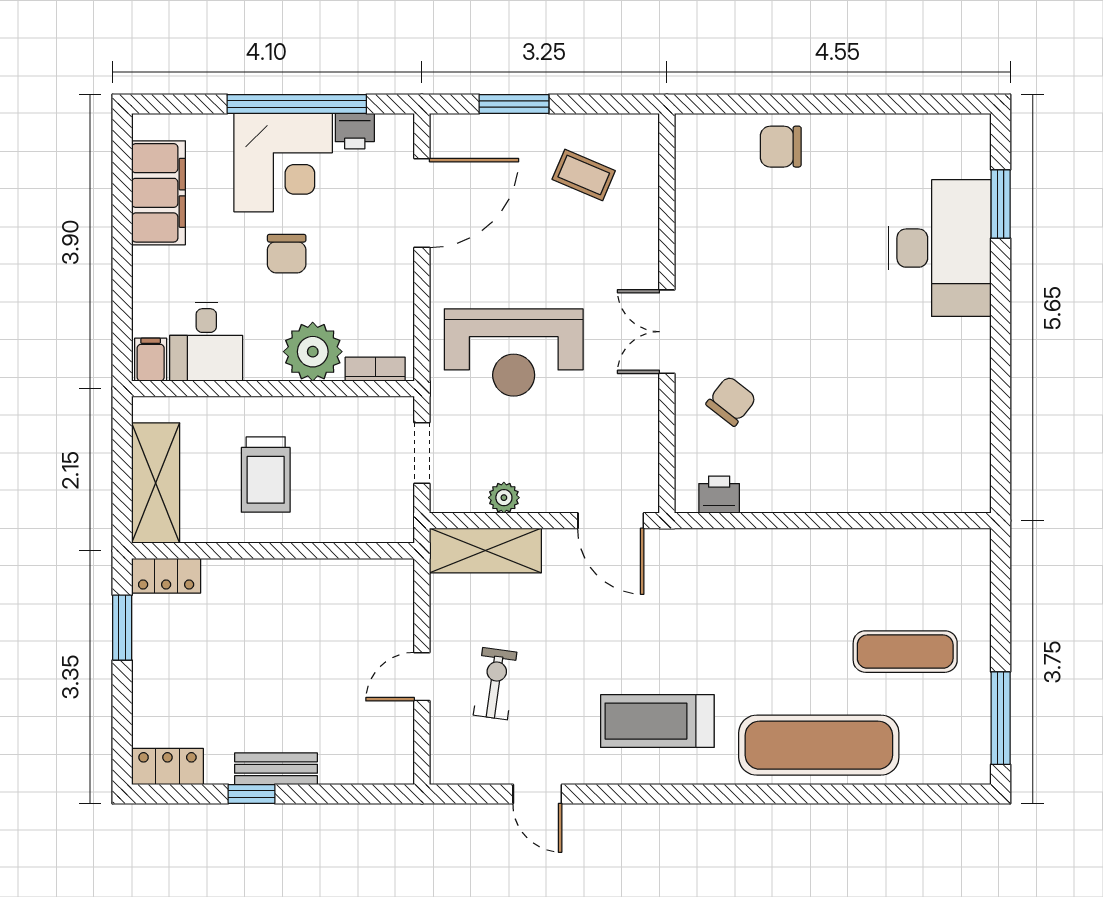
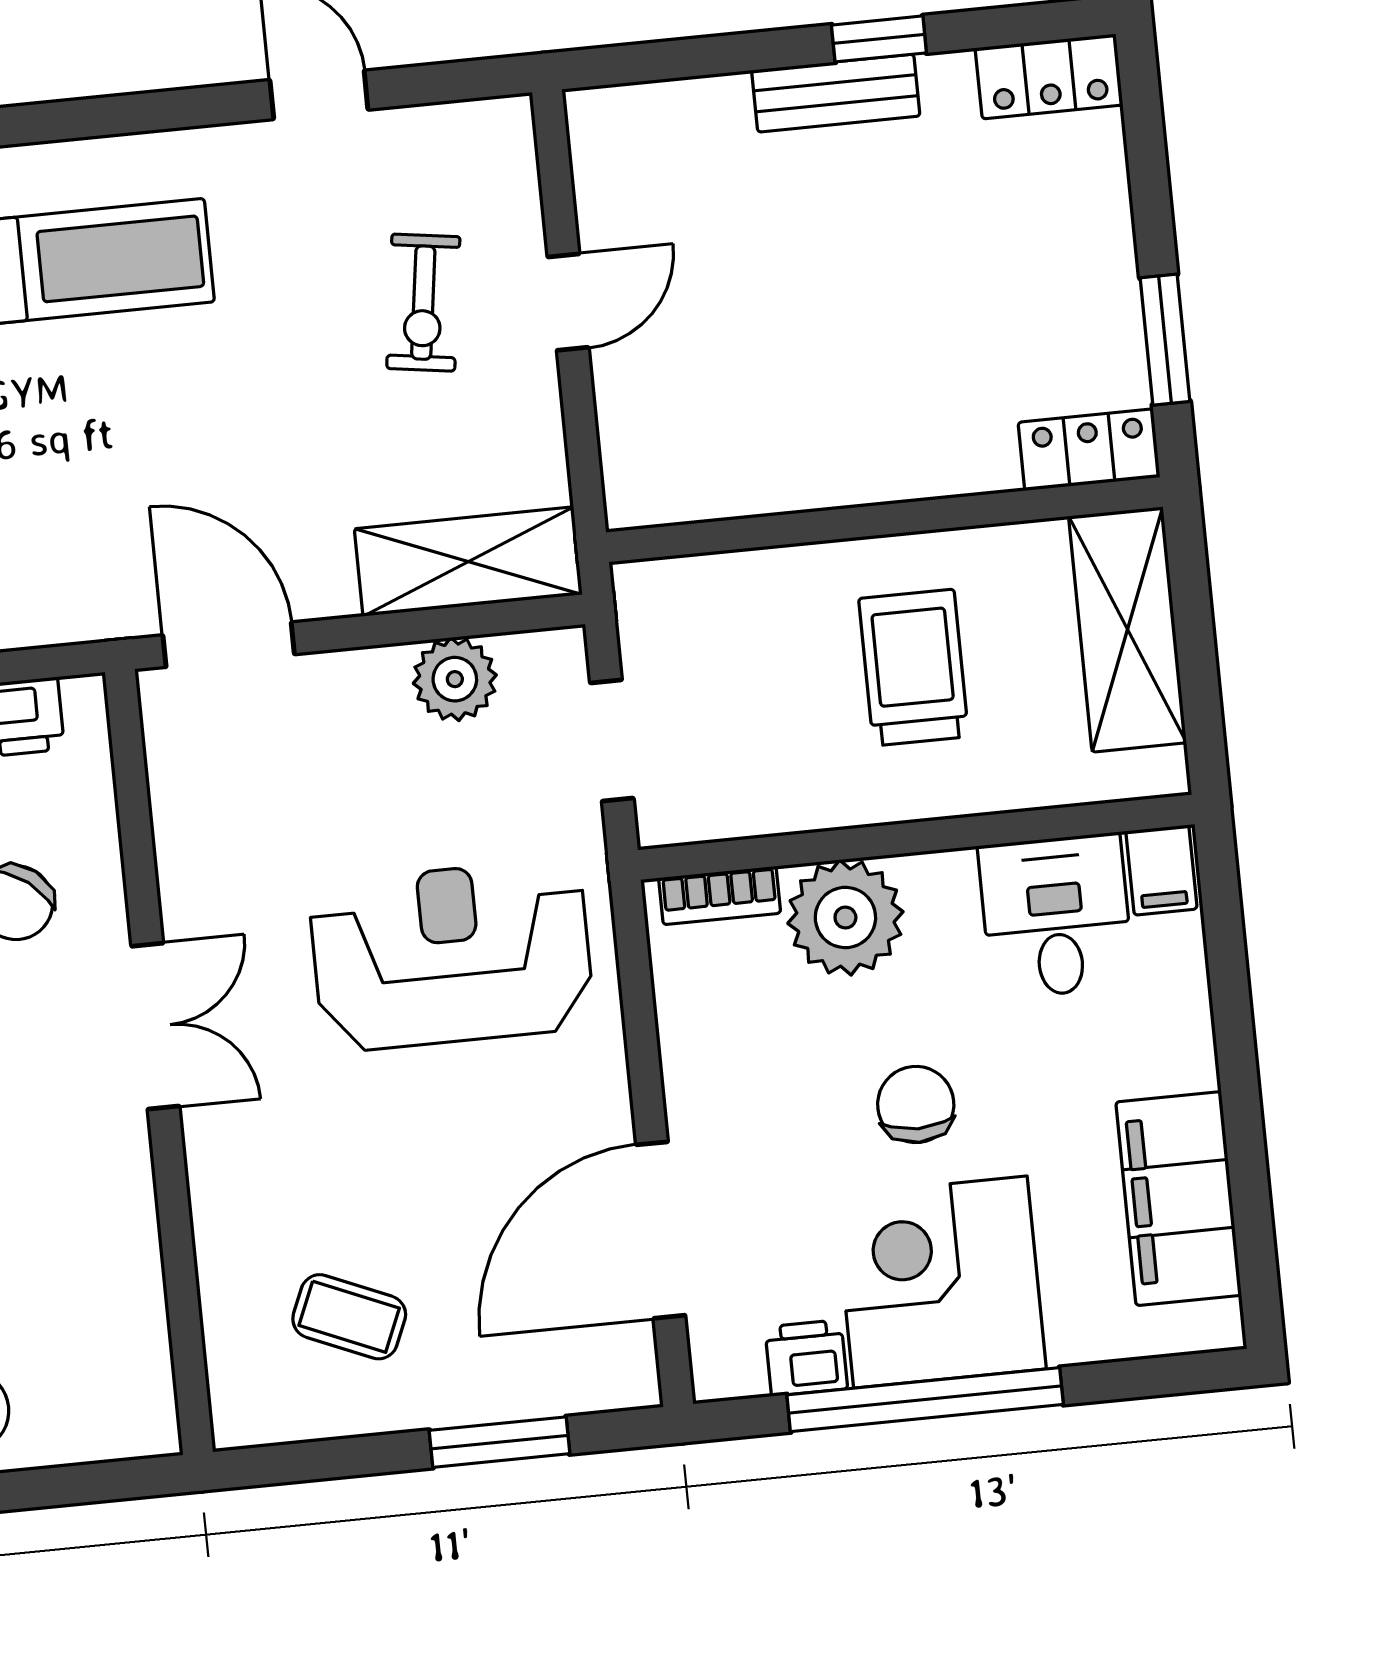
plant: (504, 498) -> (455, 679), width x1.38, depth x1.38

